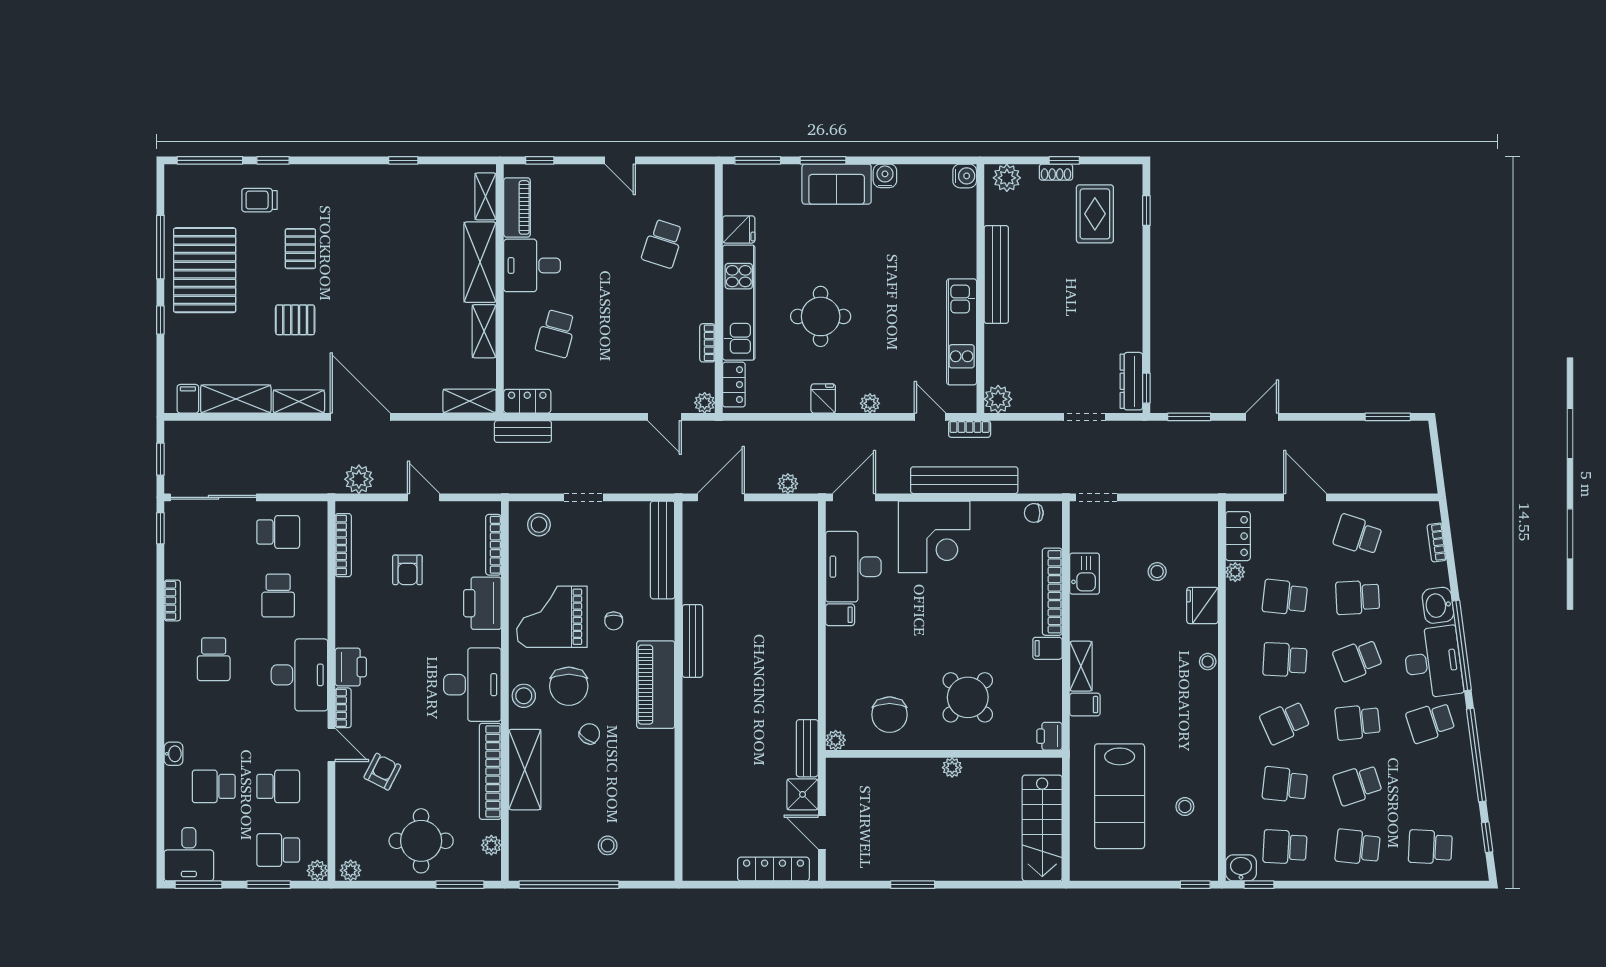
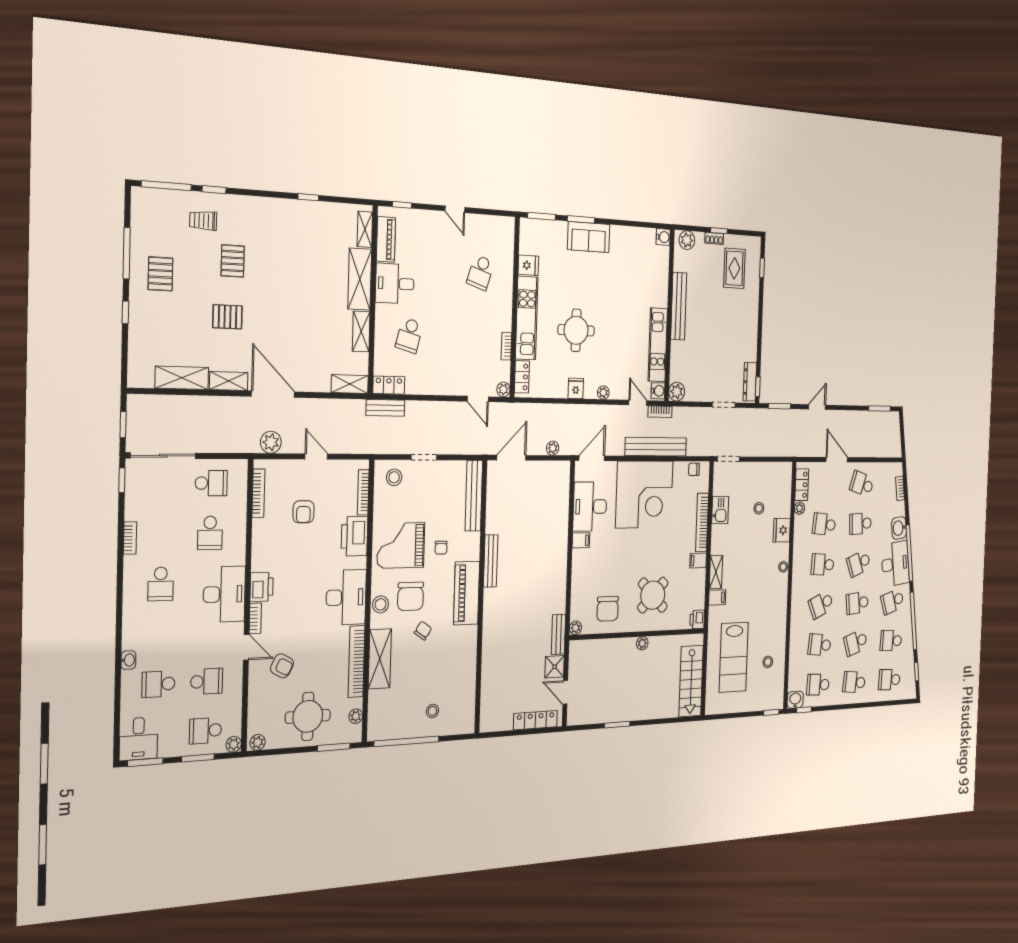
water cooler: (885, 176) -> (658, 391), moved, turned 90
pallet: (205, 270) -> (160, 274), width x0.49, depth x0.50
filing cabinet: (188, 399) -> (145, 377), removed
corner desk: (934, 537) -> (644, 494), width x1.36, depth x1.36
armchair: (382, 772) -> (282, 666), turned 90
school desk: (1430, 785) -> (891, 641), added

